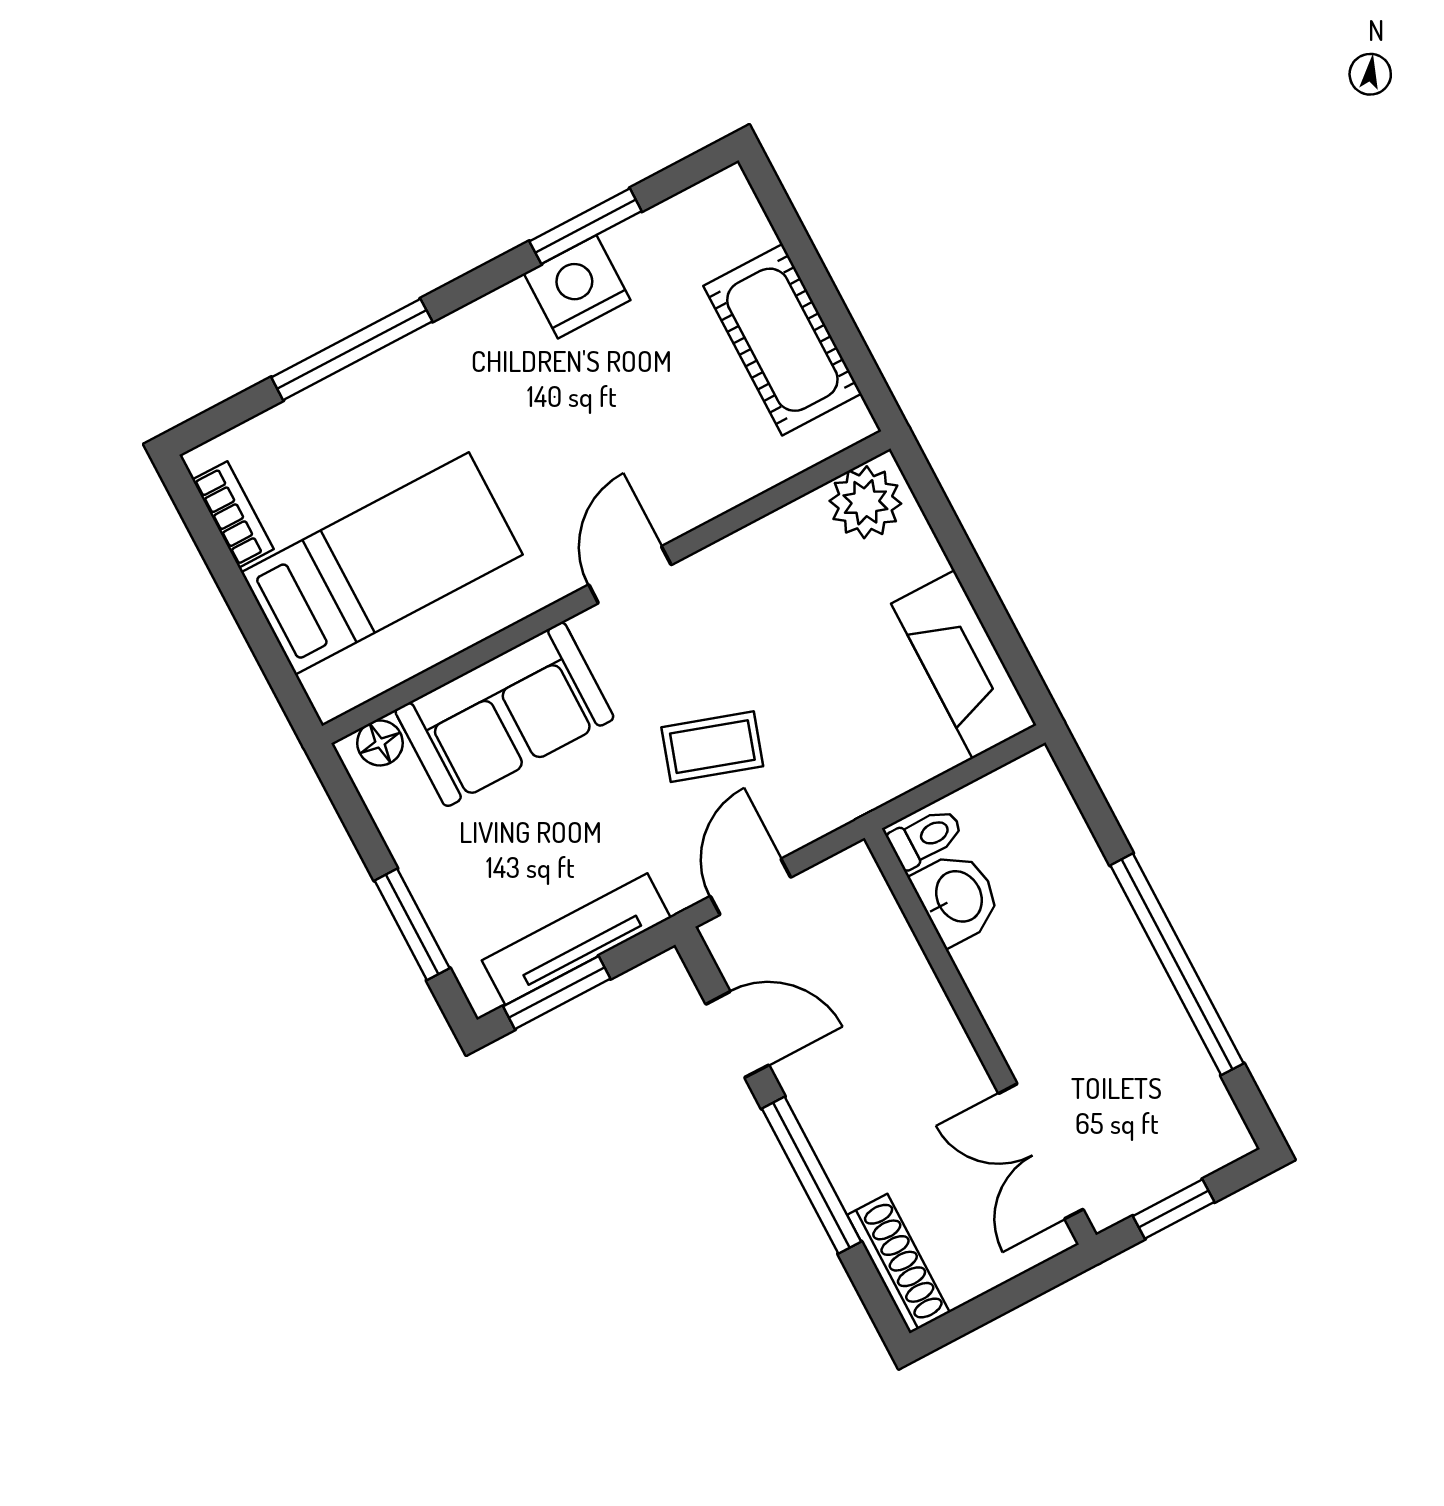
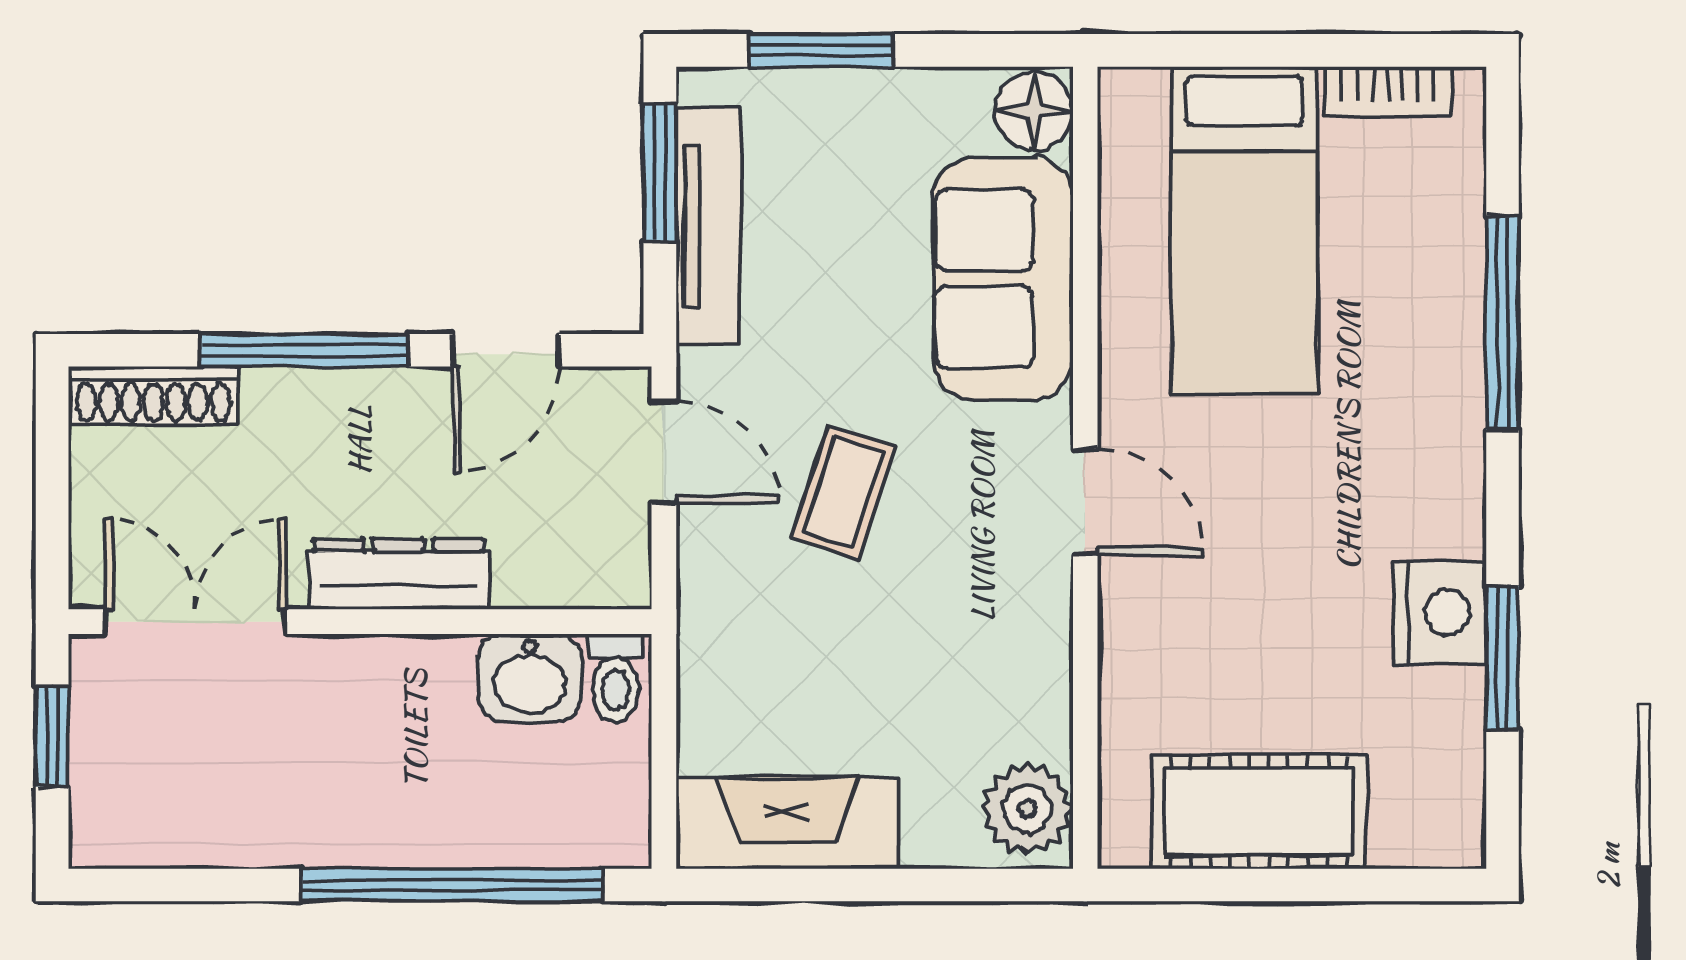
floor lamp: (380, 743) -> (1034, 111), width x1.37, depth x1.37
window: (1177, 964) -> (452, 885), moved
dresser: (933, 1027) -> (399, 574), added

